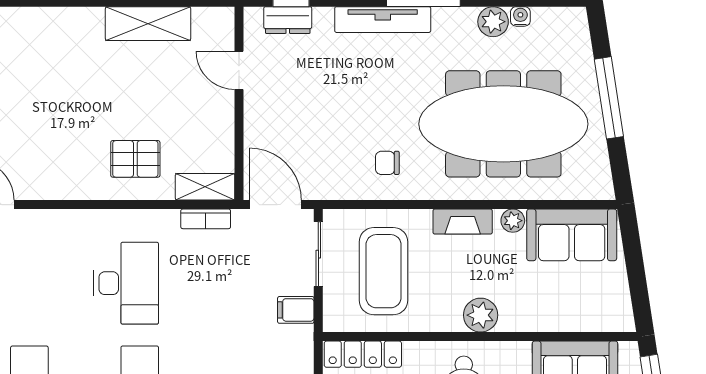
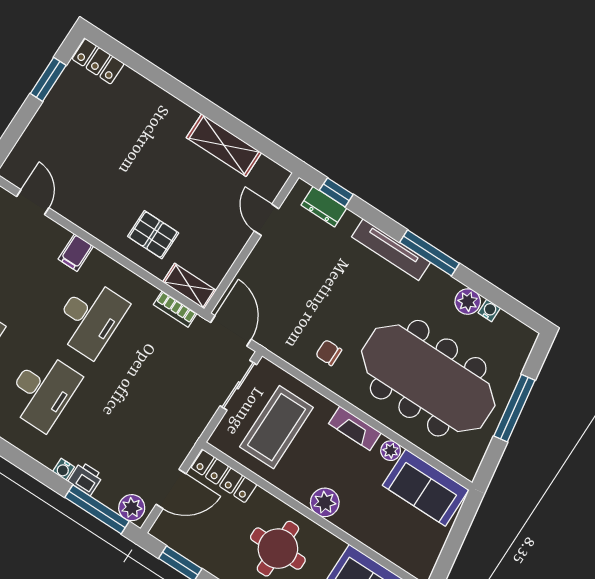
filing cabinet: (296, 310) -> (76, 253), moved, turned -90

